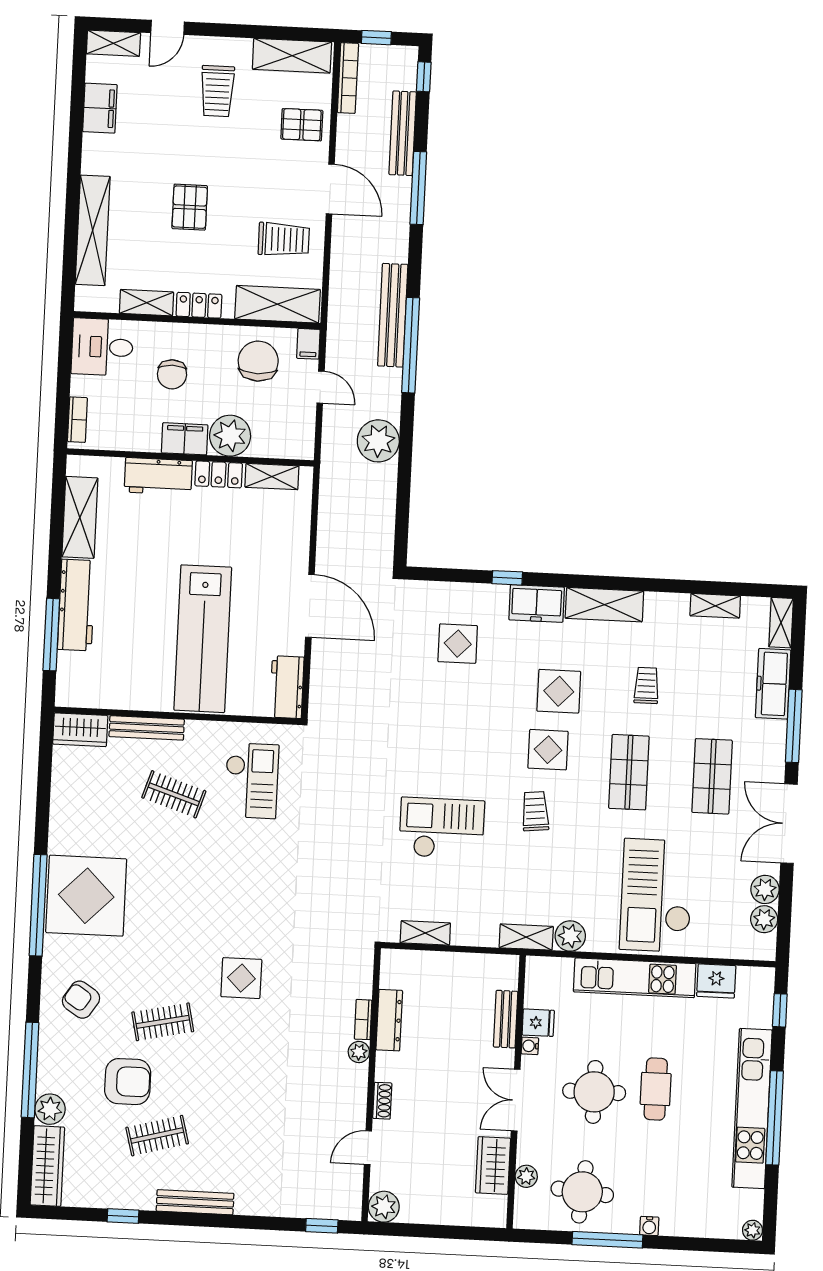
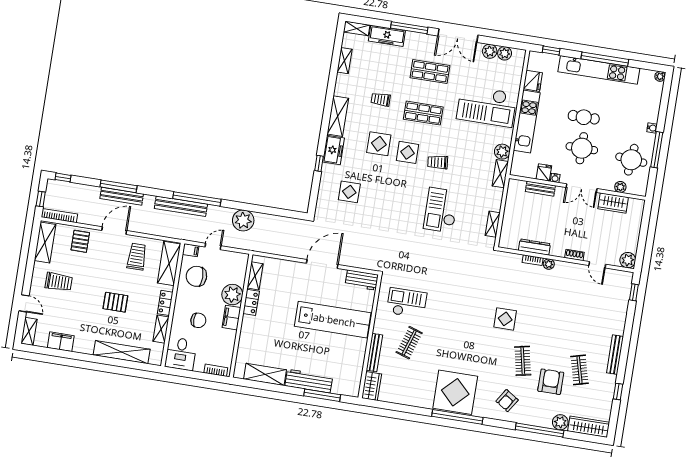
bench: (403, 133) -> (122, 196), moved
workbench: (158, 476) -> (249, 333), removed

